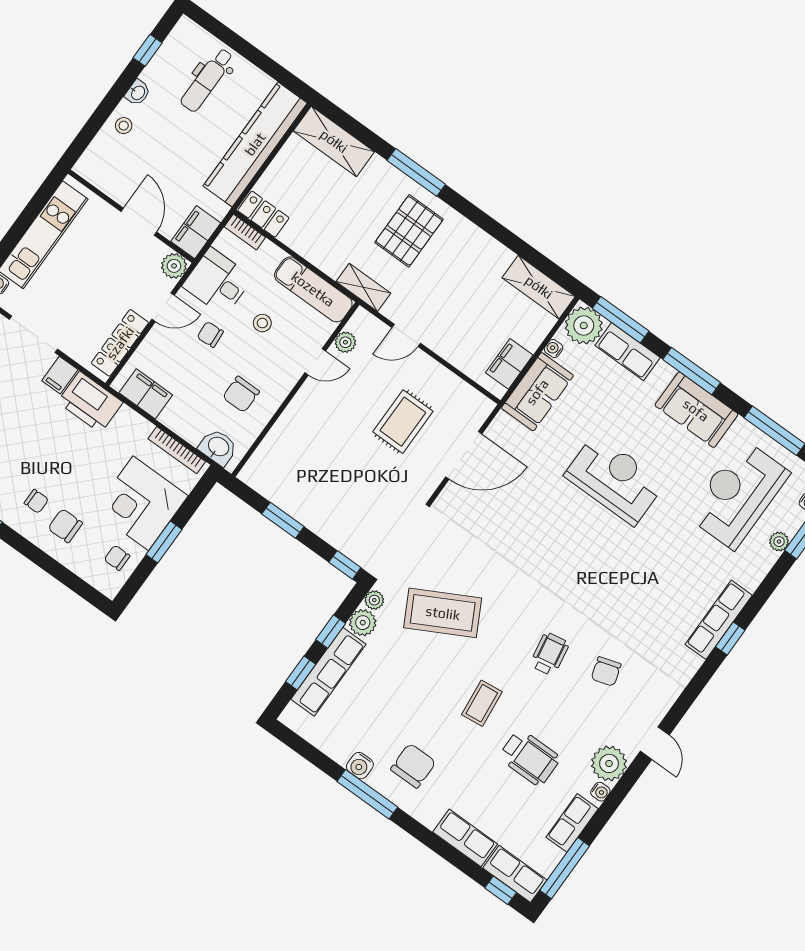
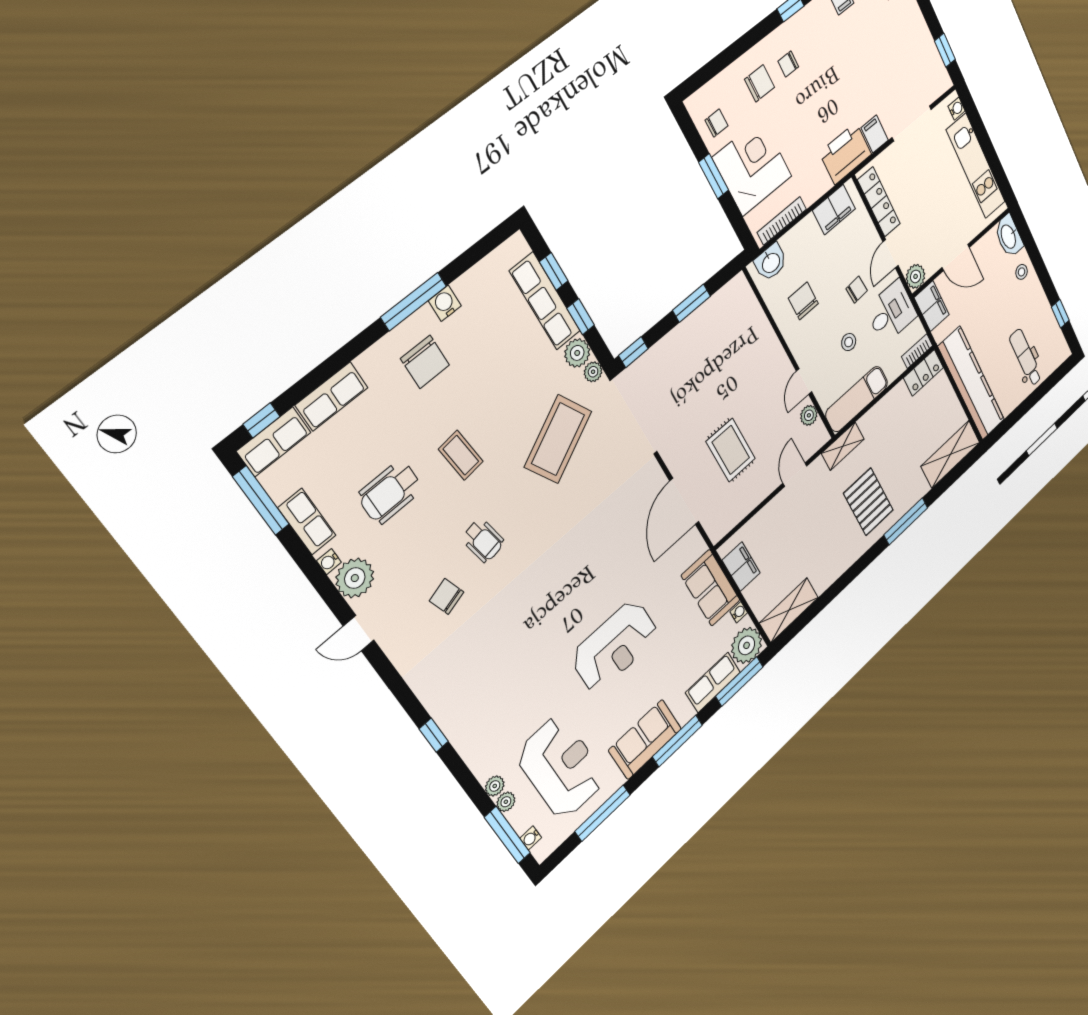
washbasin: (138, 93) -> (1009, 236), moved, width x1.91, depth x1.45
plant: (766, 559) -> (495, 786), added
row of seats: (719, 620) -> (455, 726), removed

